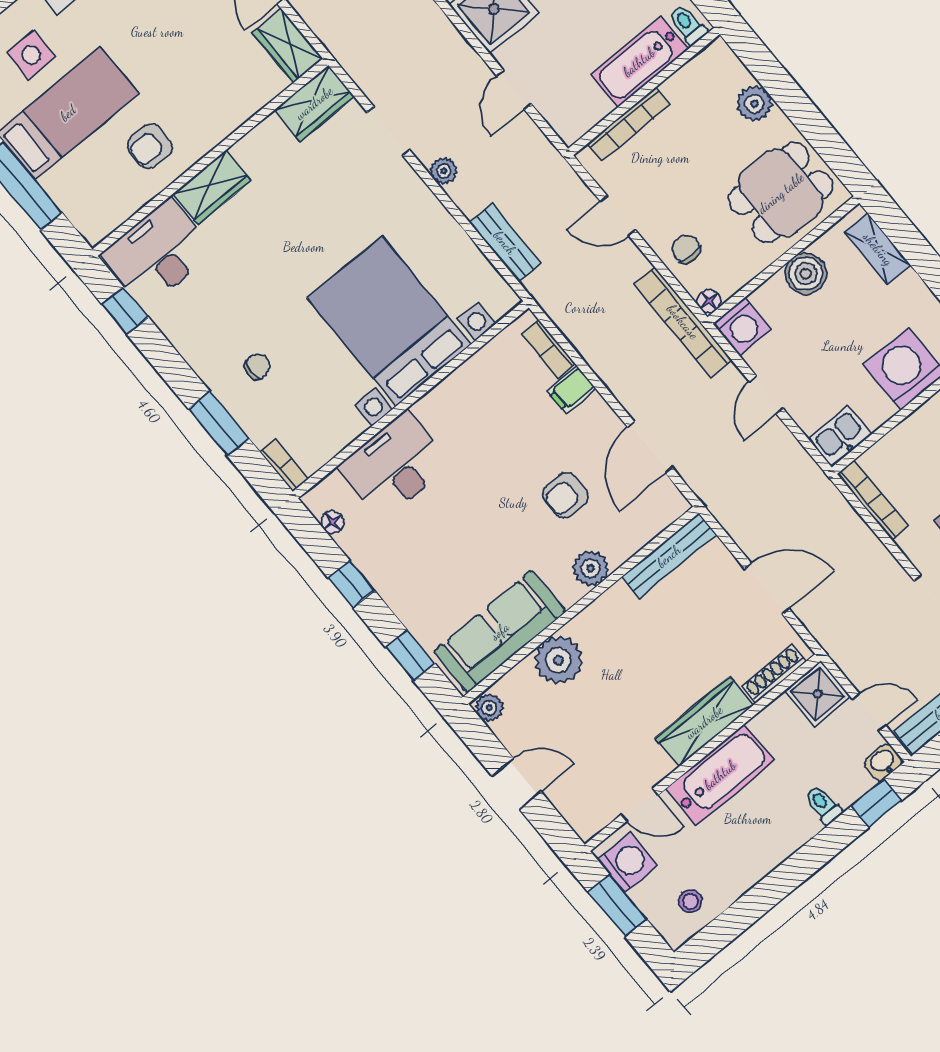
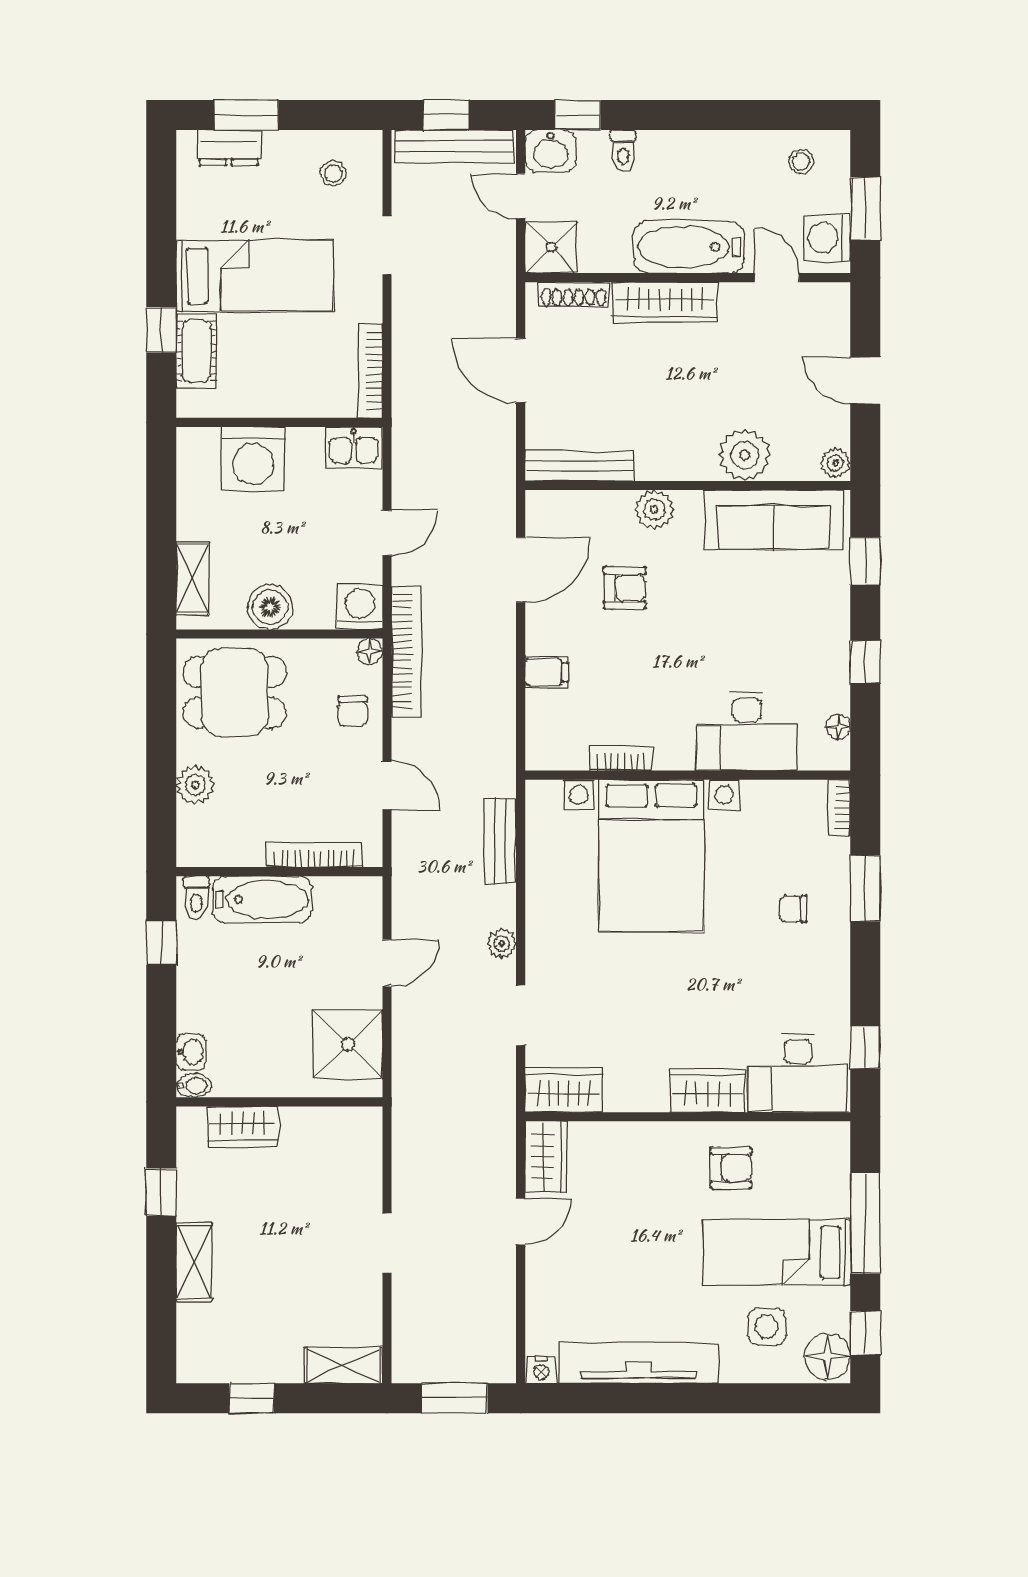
bookcase: (548, 349) -> (621, 758), moved, turned -90
washbasin: (883, 762) -> (550, 151), width x1.38, depth x1.45

